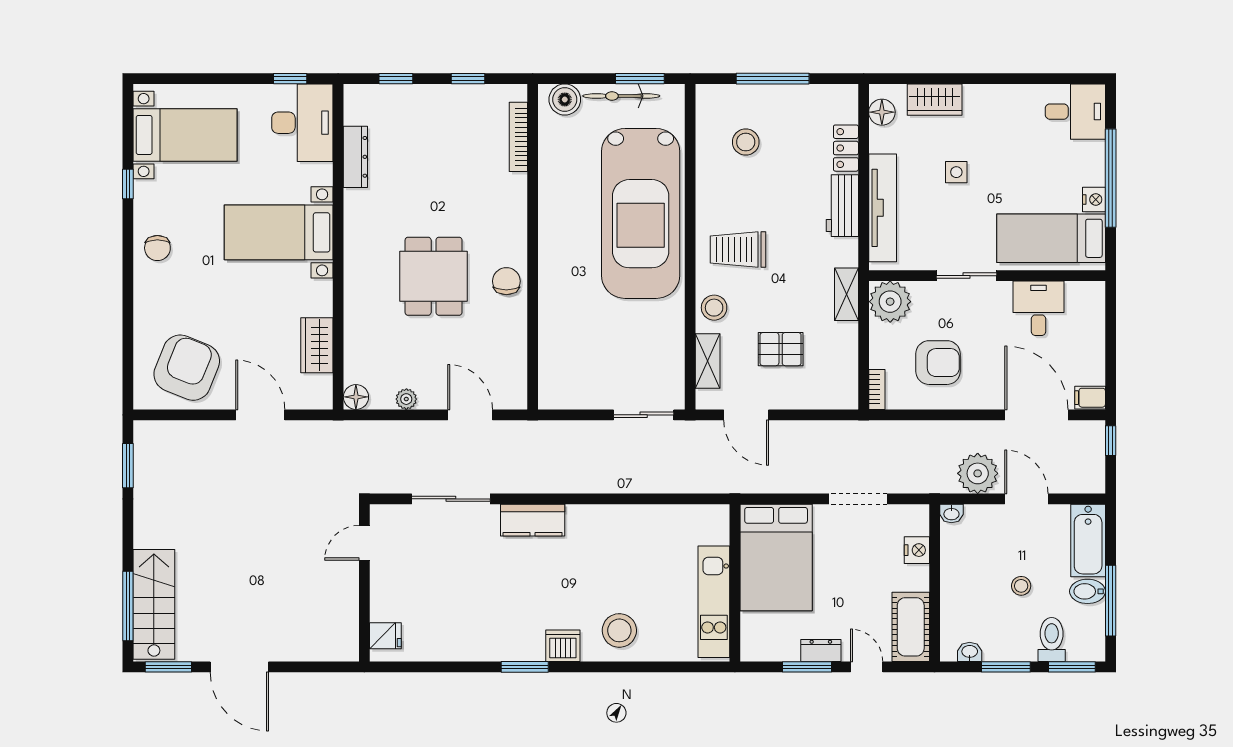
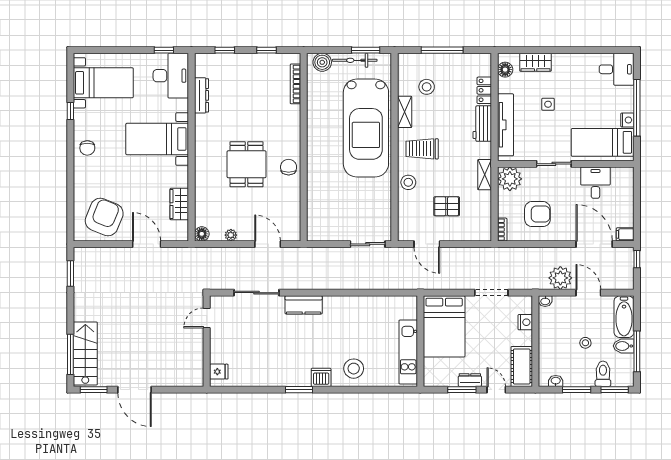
shelving: (708, 361) -> (405, 112), moved

